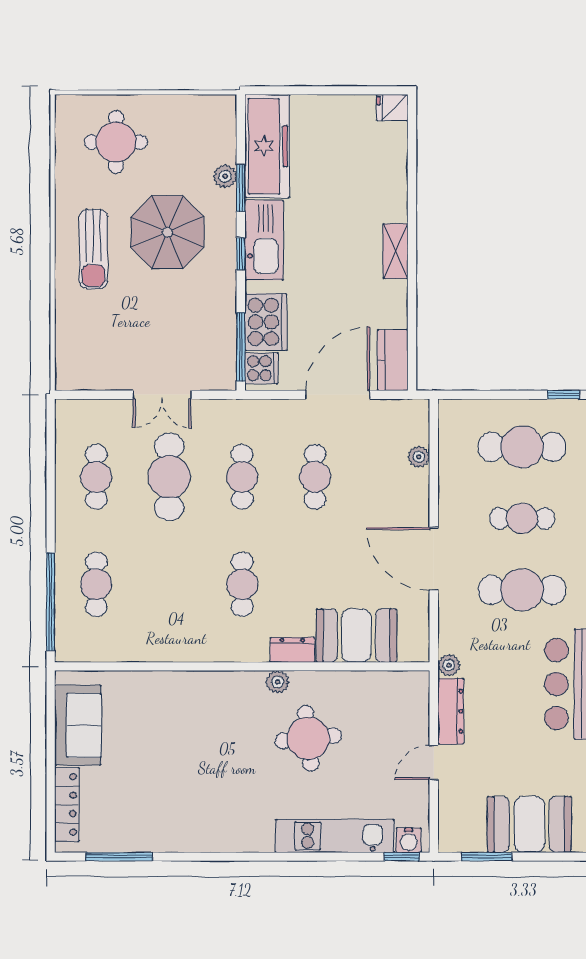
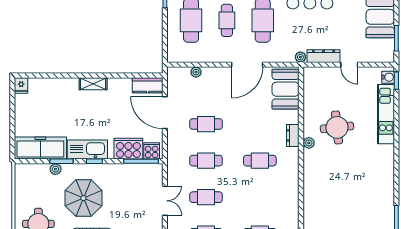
cafe table: (169, 477) -> (206, 197), width x0.73, depth x0.74
booth: (356, 636) -> (286, 89), moved

